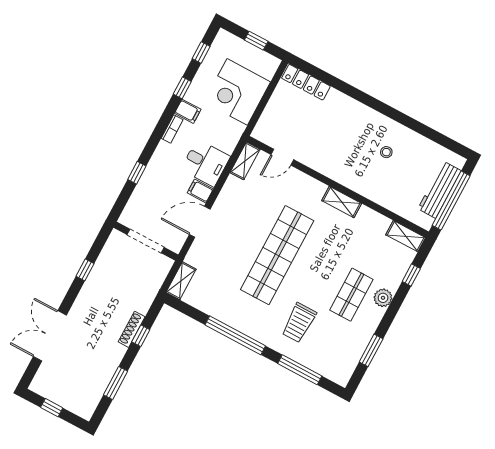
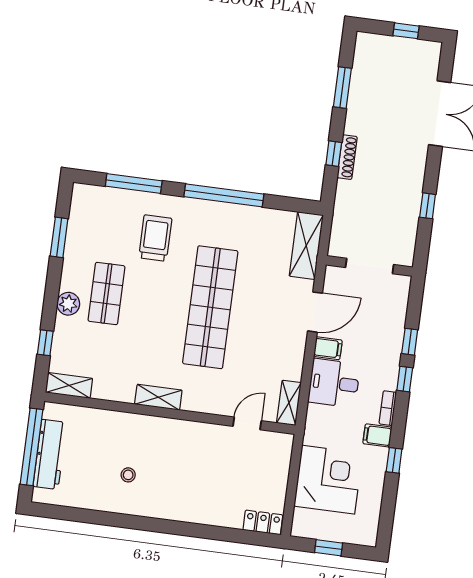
window: (201, 52) -> (405, 379), moved
locker: (306, 82) -> (263, 522), width x0.66
shelving: (181, 281) -> (306, 246), width x1.50, depth x1.33

